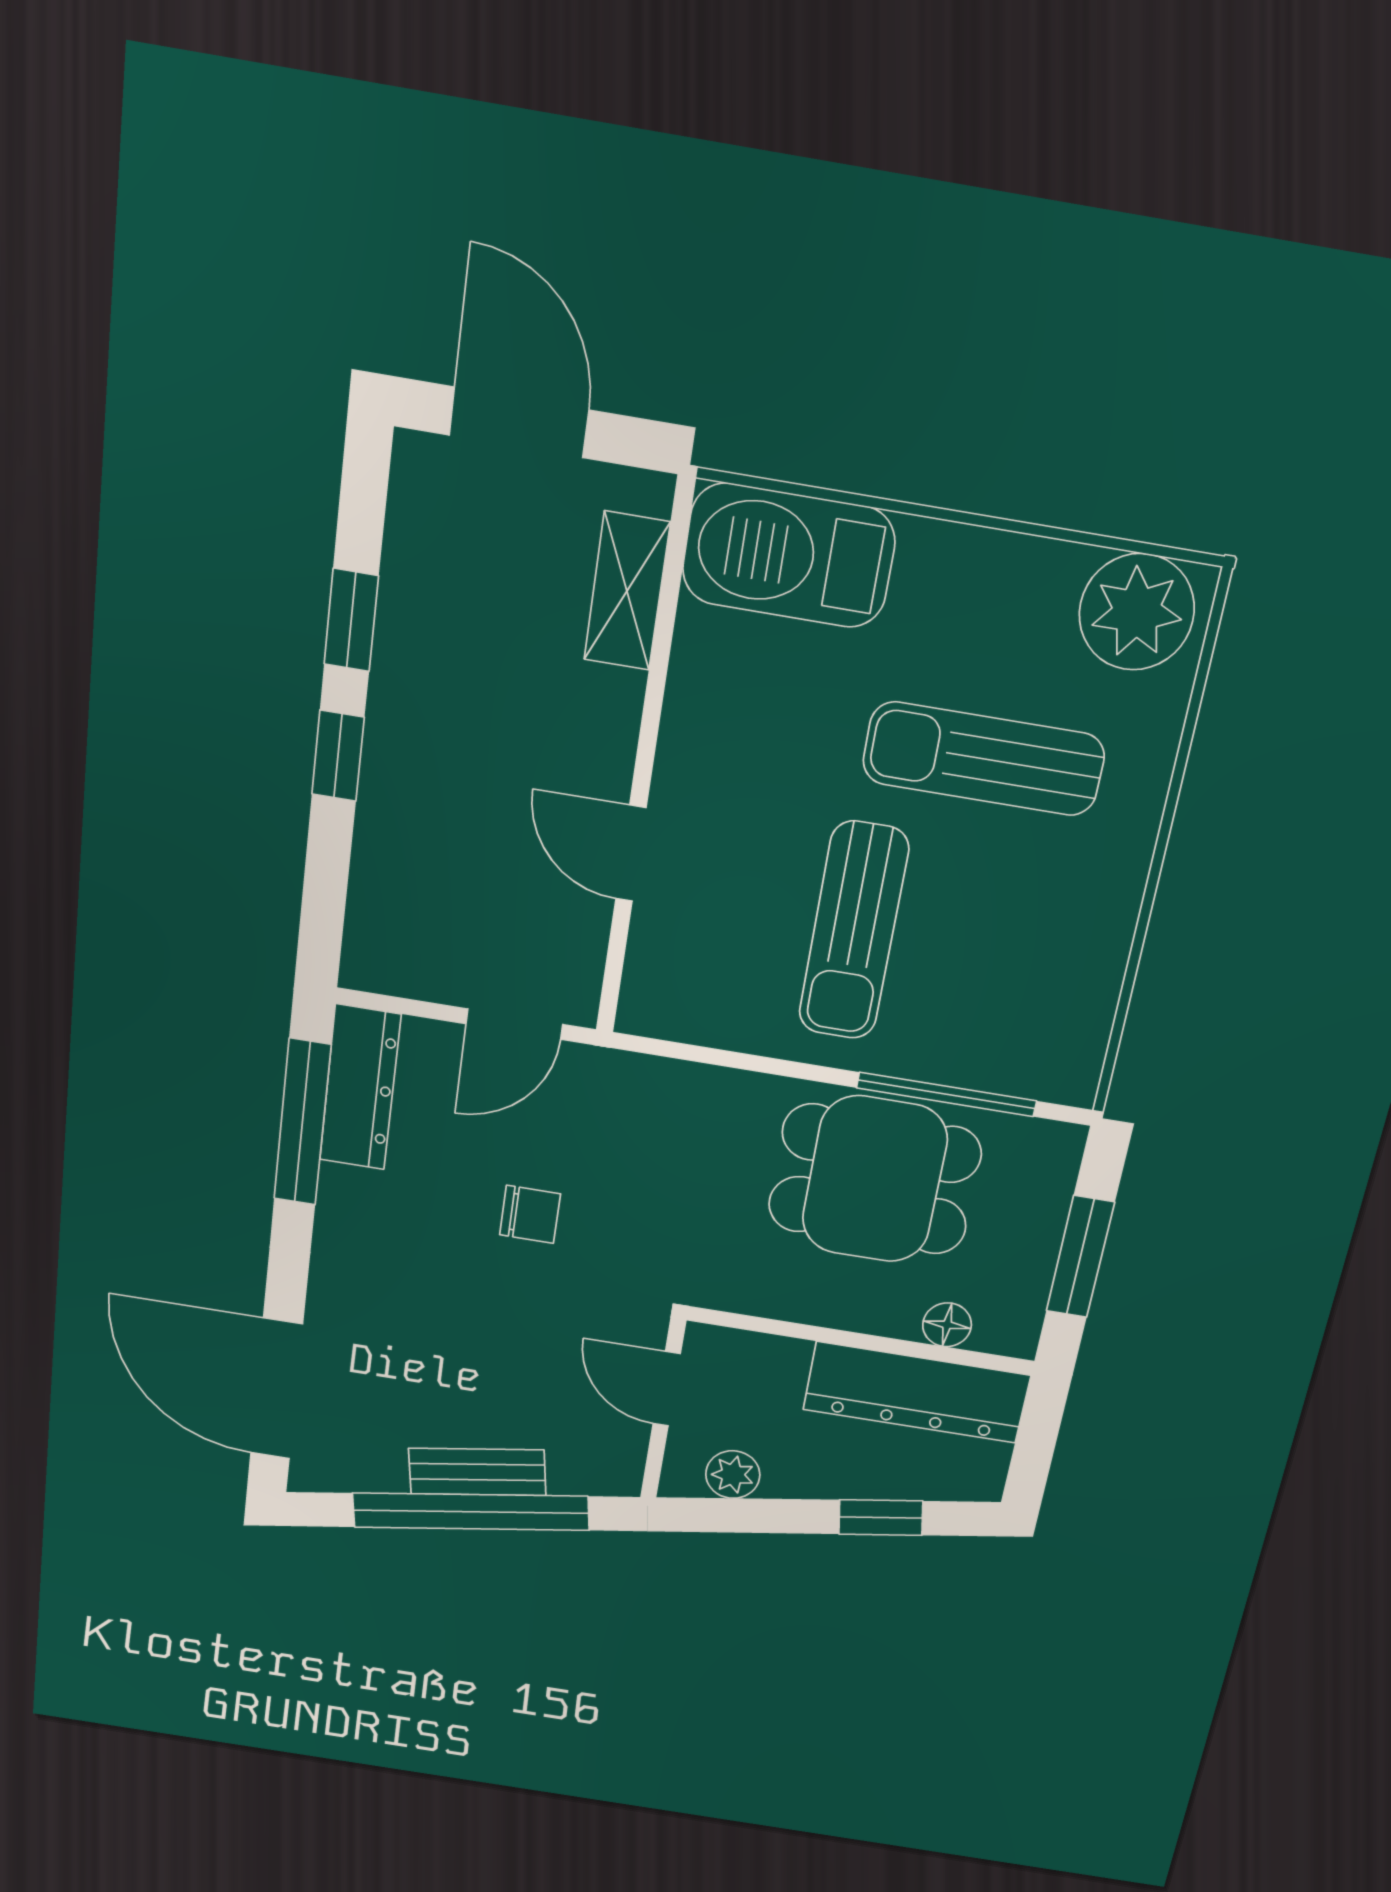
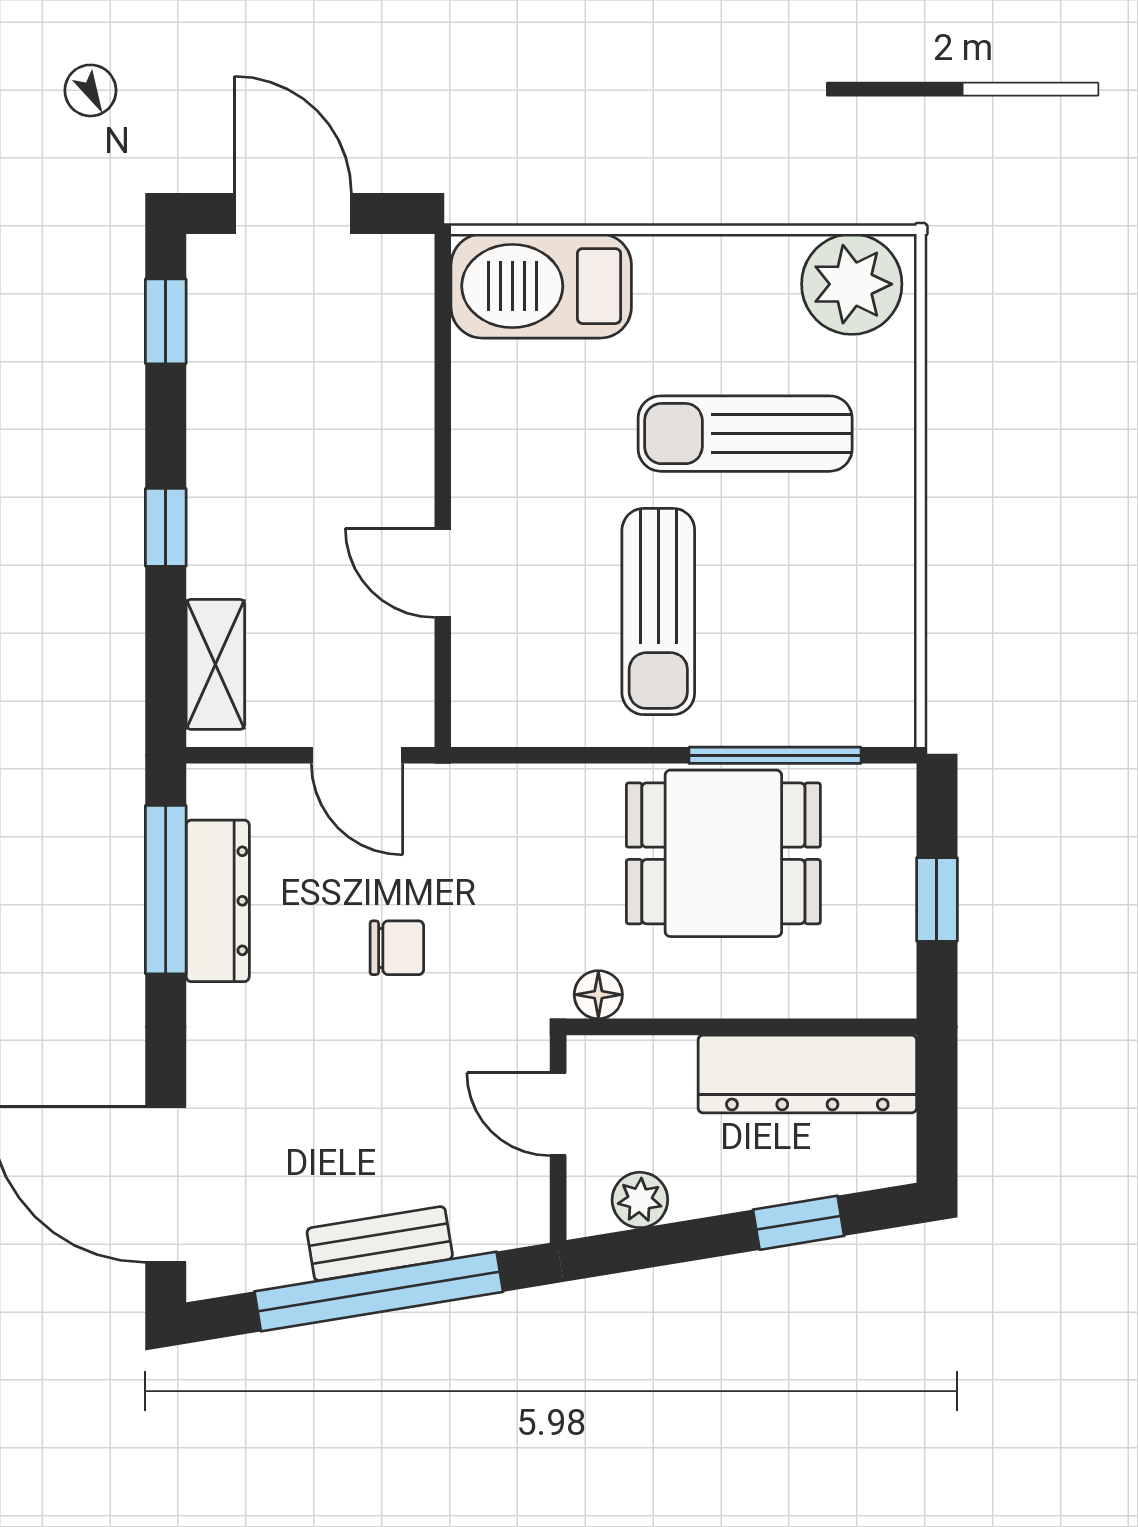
shelving: (627, 591) -> (215, 664), moved
window: (351, 620) -> (166, 321), moved
door: (514, 1024) -> (357, 755), hinge flipped
dresser: (360, 1087) -> (218, 901), moved
window: (1080, 1257) -> (937, 899), width x0.67
floor lamp: (947, 1325) -> (598, 995), moved

